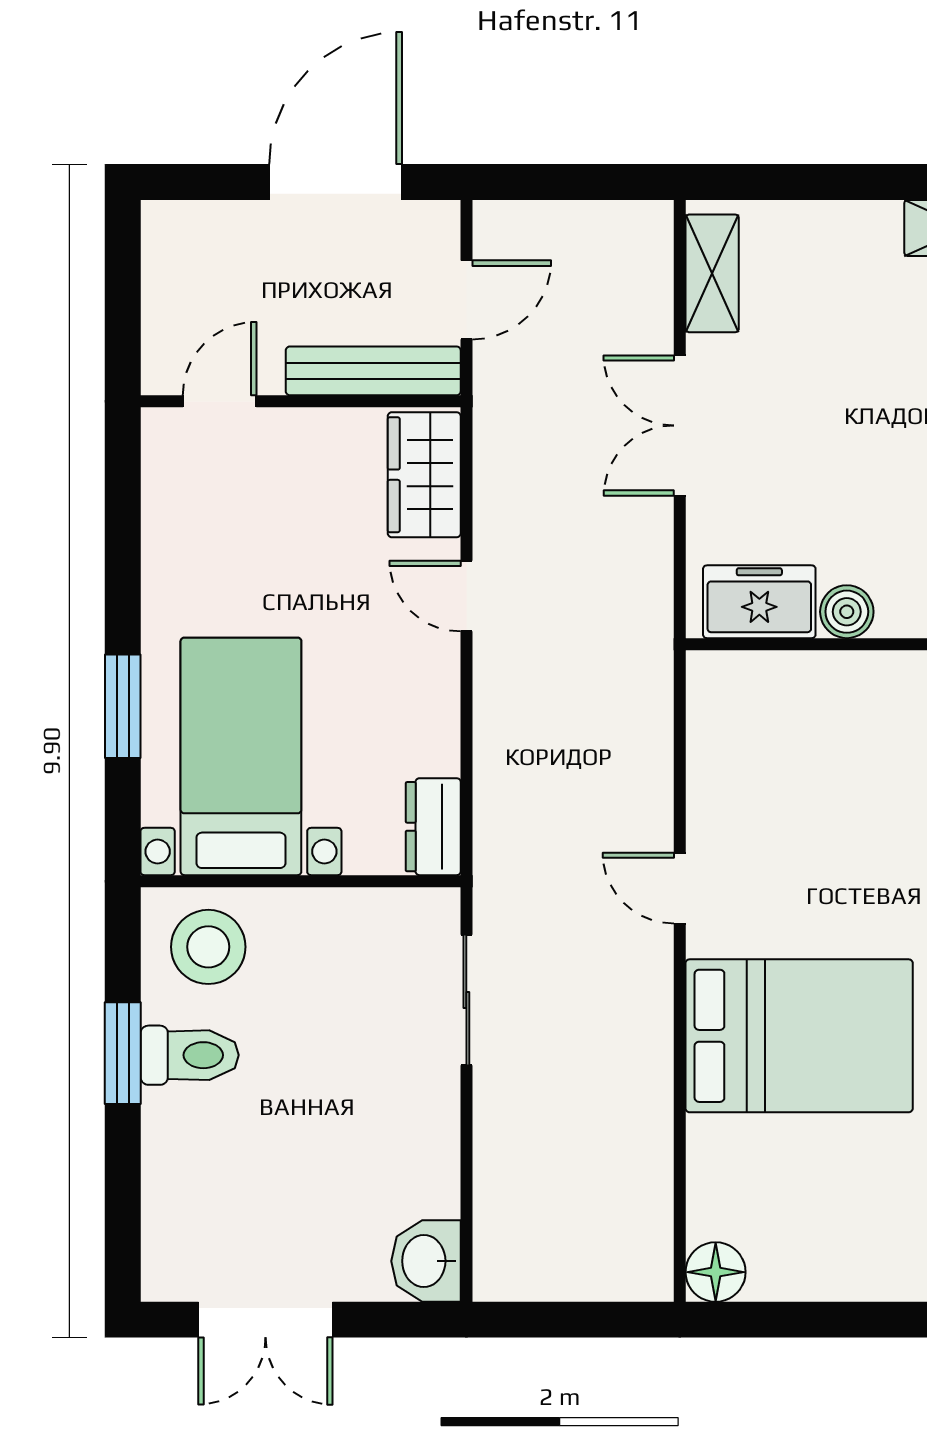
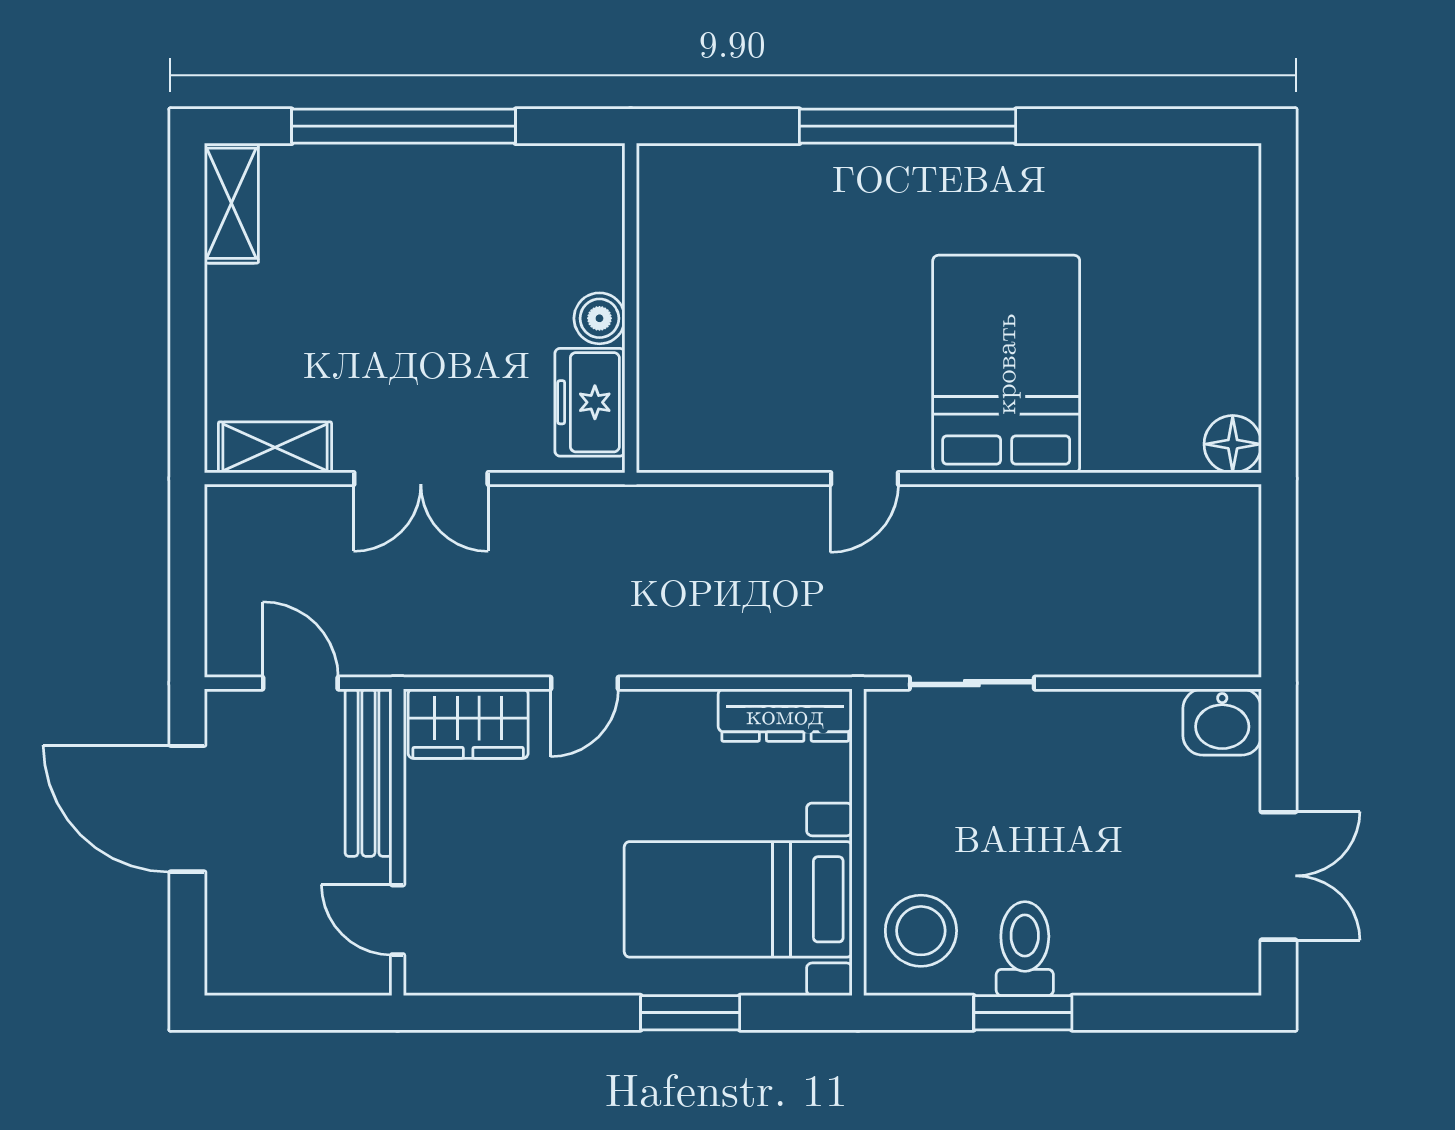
dresser: (433, 827) -> (785, 715), width x1.44

